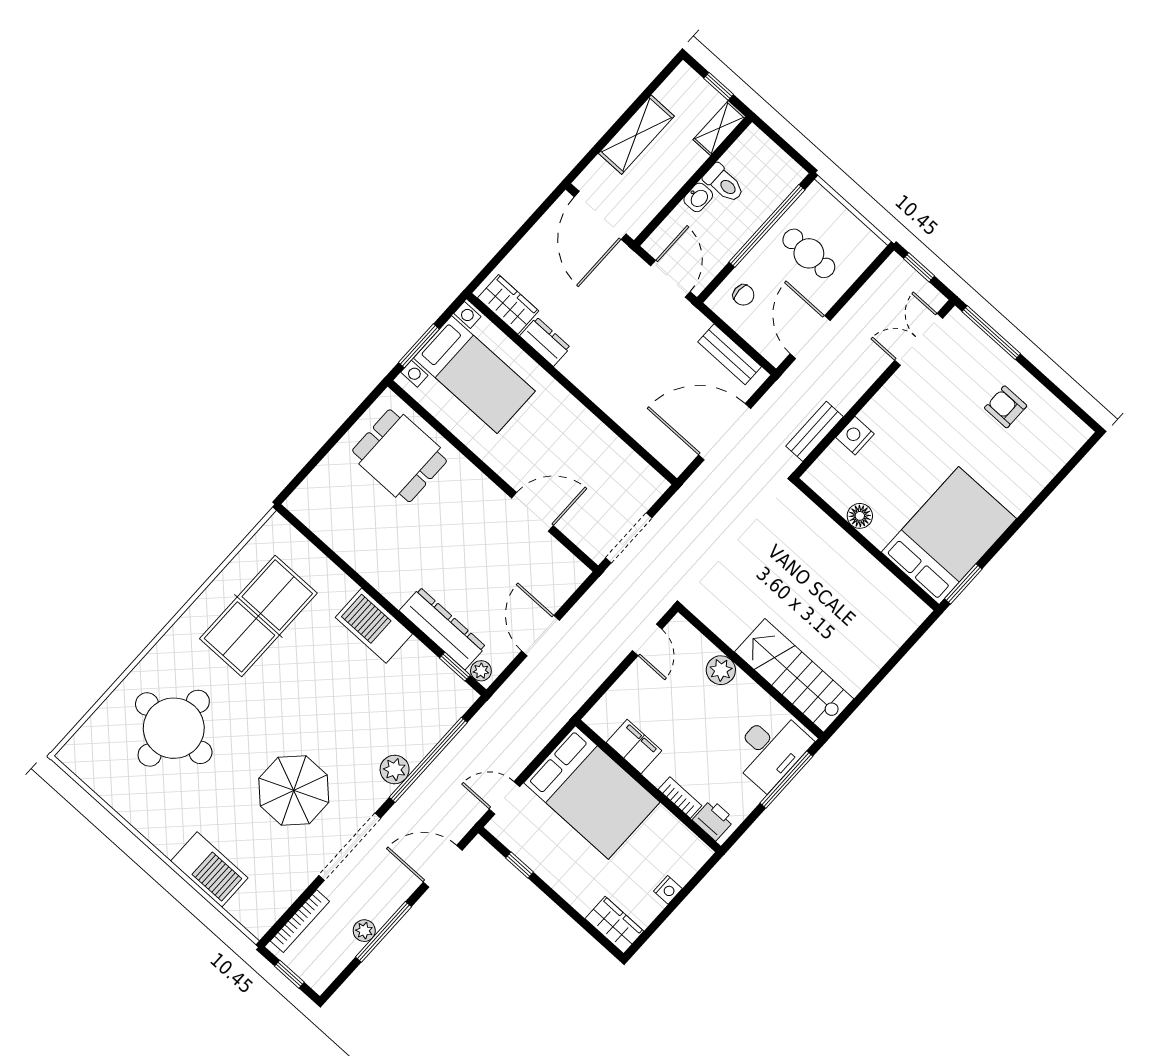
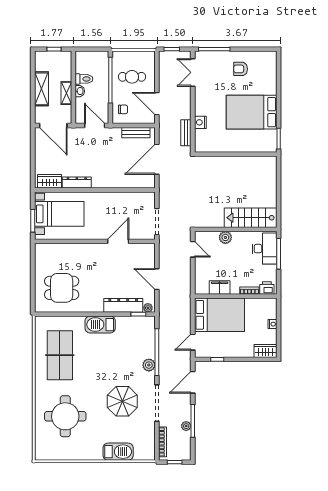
shelving: (719, 128) -> (66, 93), moved
dresser: (545, 342) -> (77, 183), width x1.44
dining table: (400, 456) -> (62, 288), moved
floor lamp: (860, 516) -> (225, 147), removed
bed: (949, 535) -> (252, 112), moved, turned -90

